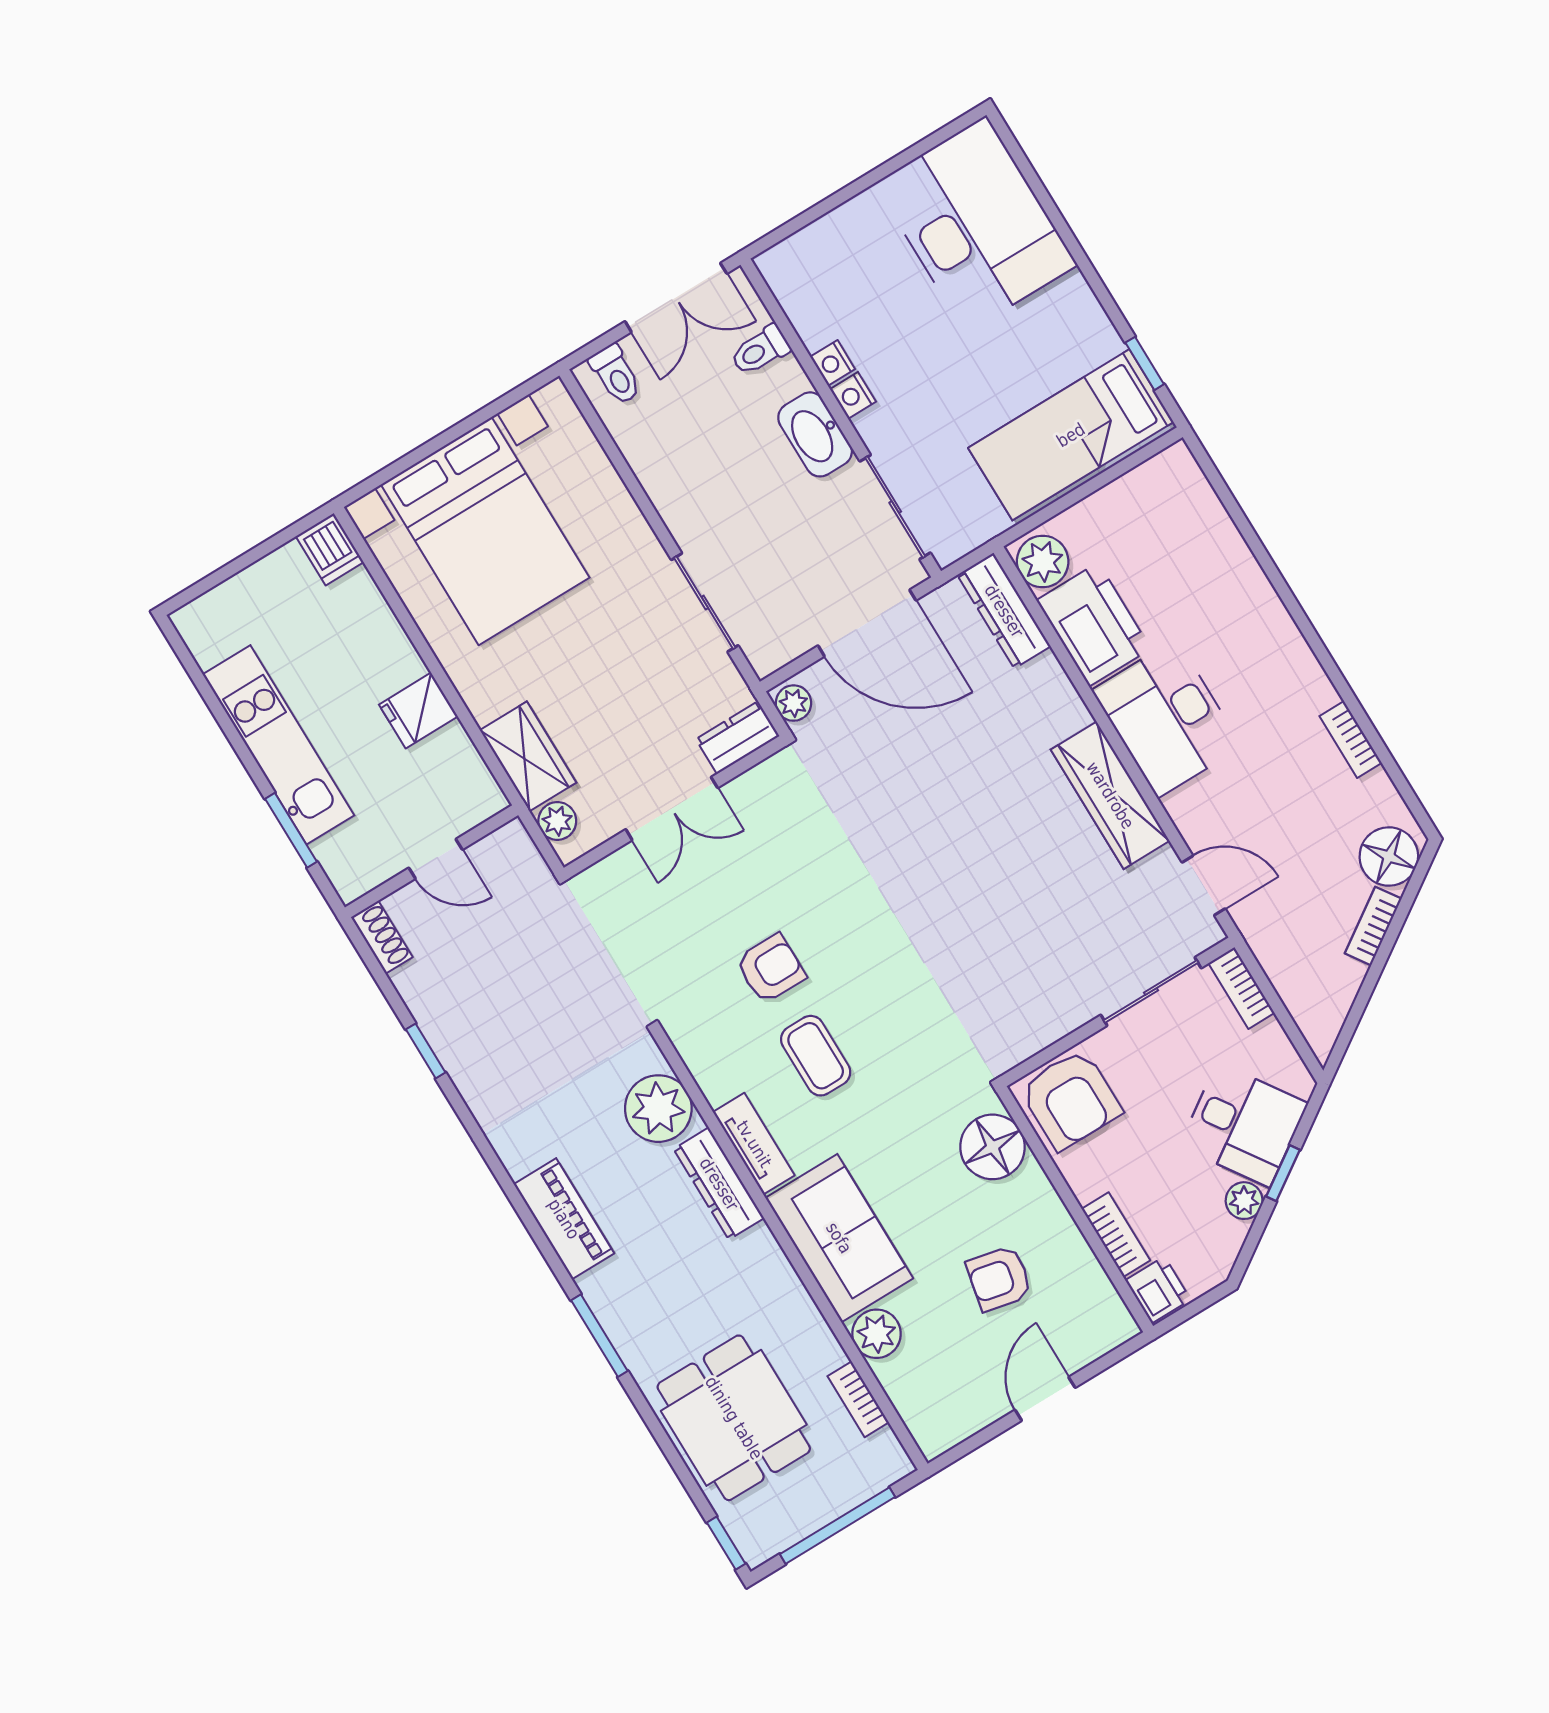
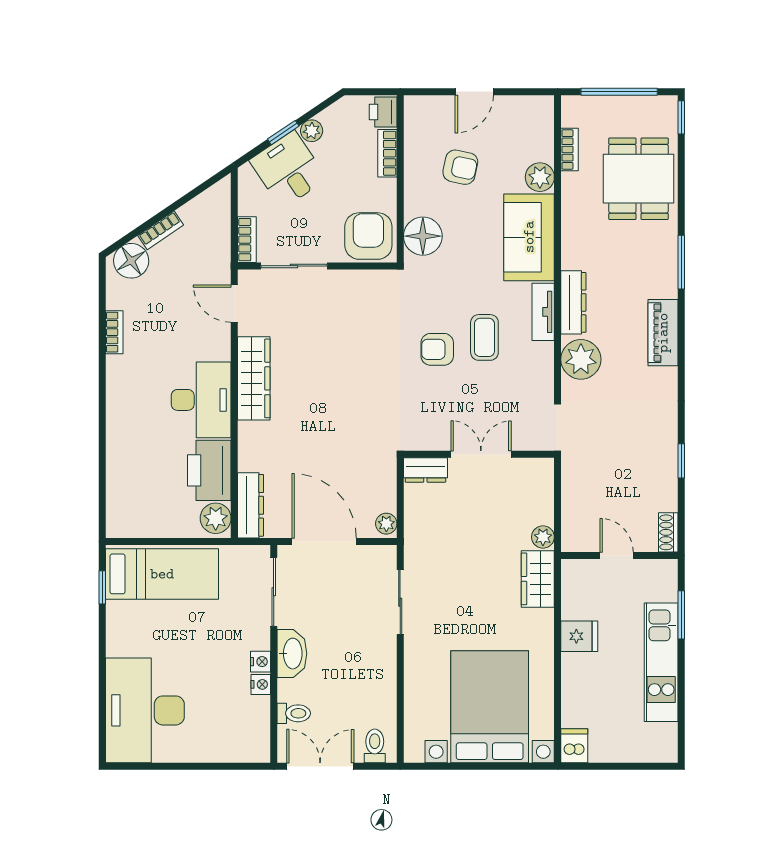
dresser: (738, 738) -> (425, 470), moved
wall: (675, 807) -> (479, 454), moved
double door: (672, 809) -> (481, 454), moved
armchair: (771, 969) -> (437, 349), moved

